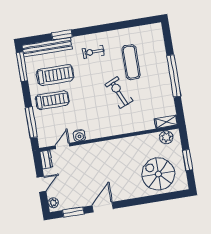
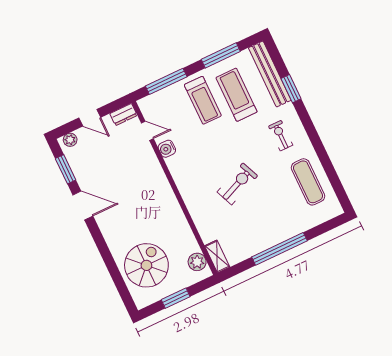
exercise mat: (131, 62) -> (308, 182), moved, turned 90
window: (22, 67) -> (221, 55), moved
treadmill: (55, 75) -> (237, 95), turned 180

